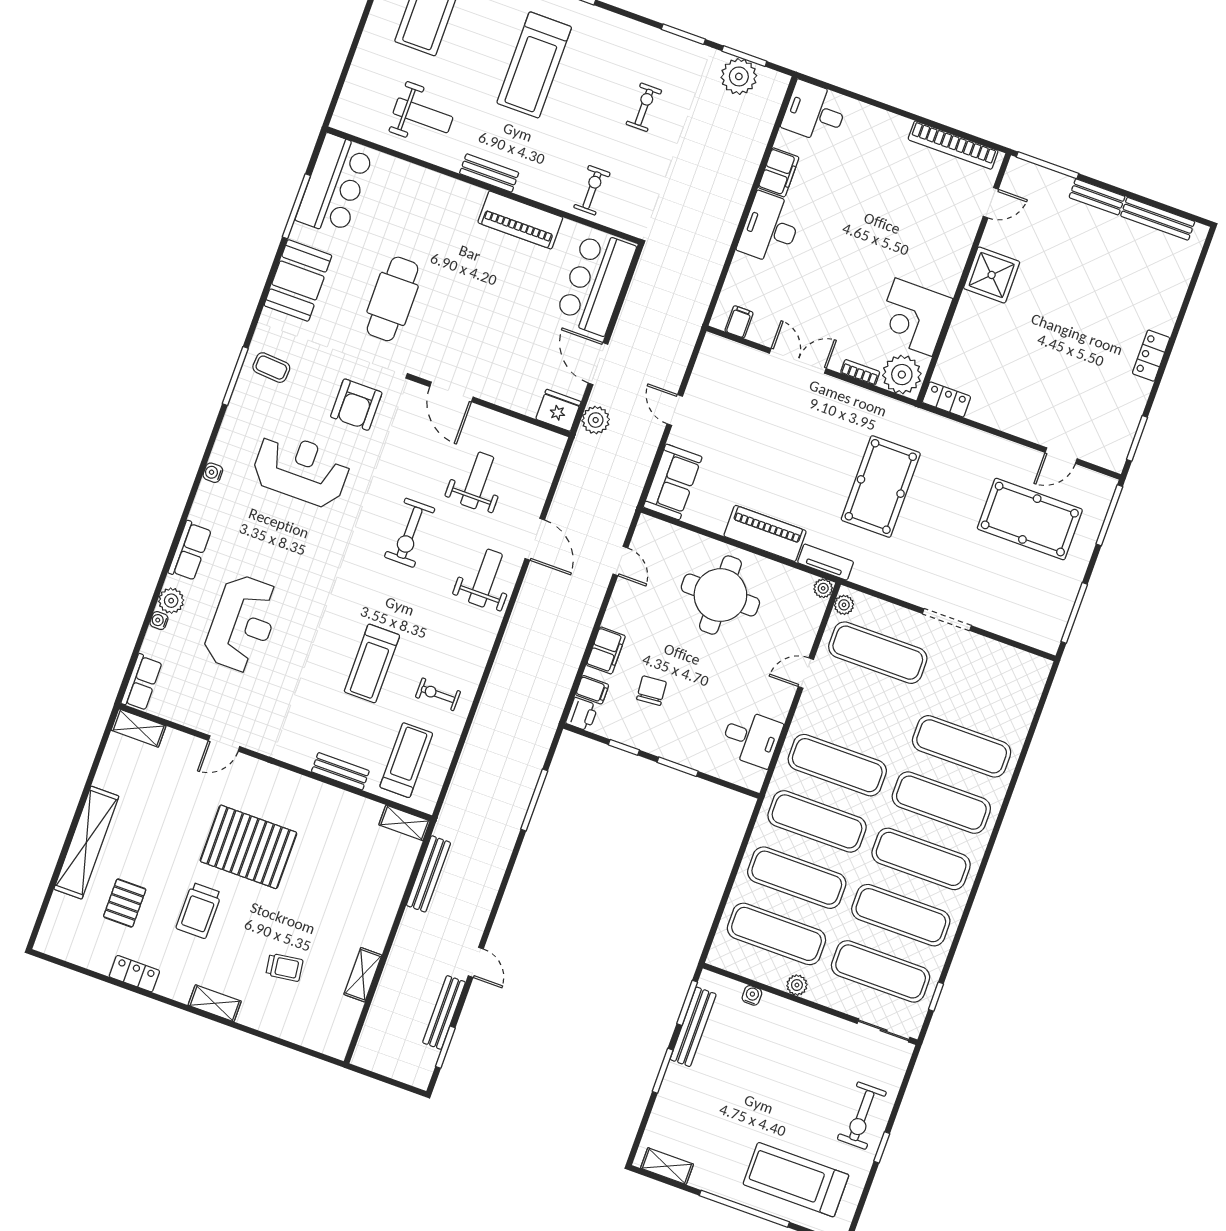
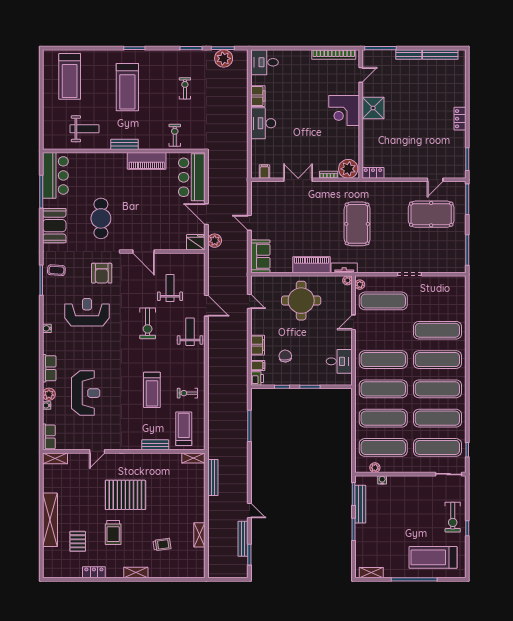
corner desk: (914, 317) -> (344, 110), moved
plant: (797, 985) -> (375, 468), moved

